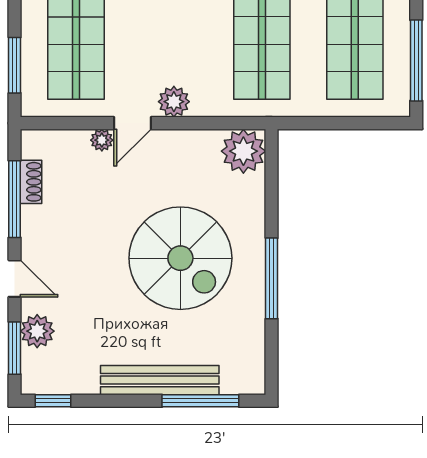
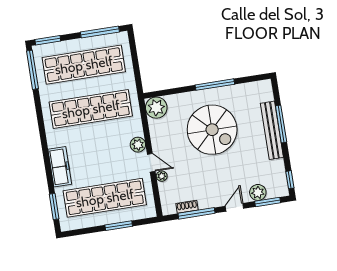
window: (15, 65) -> (119, 226), moved
spiral stairs: (180, 258) -> (212, 130), turned 90
window: (200, 401) -> (281, 124), moved

